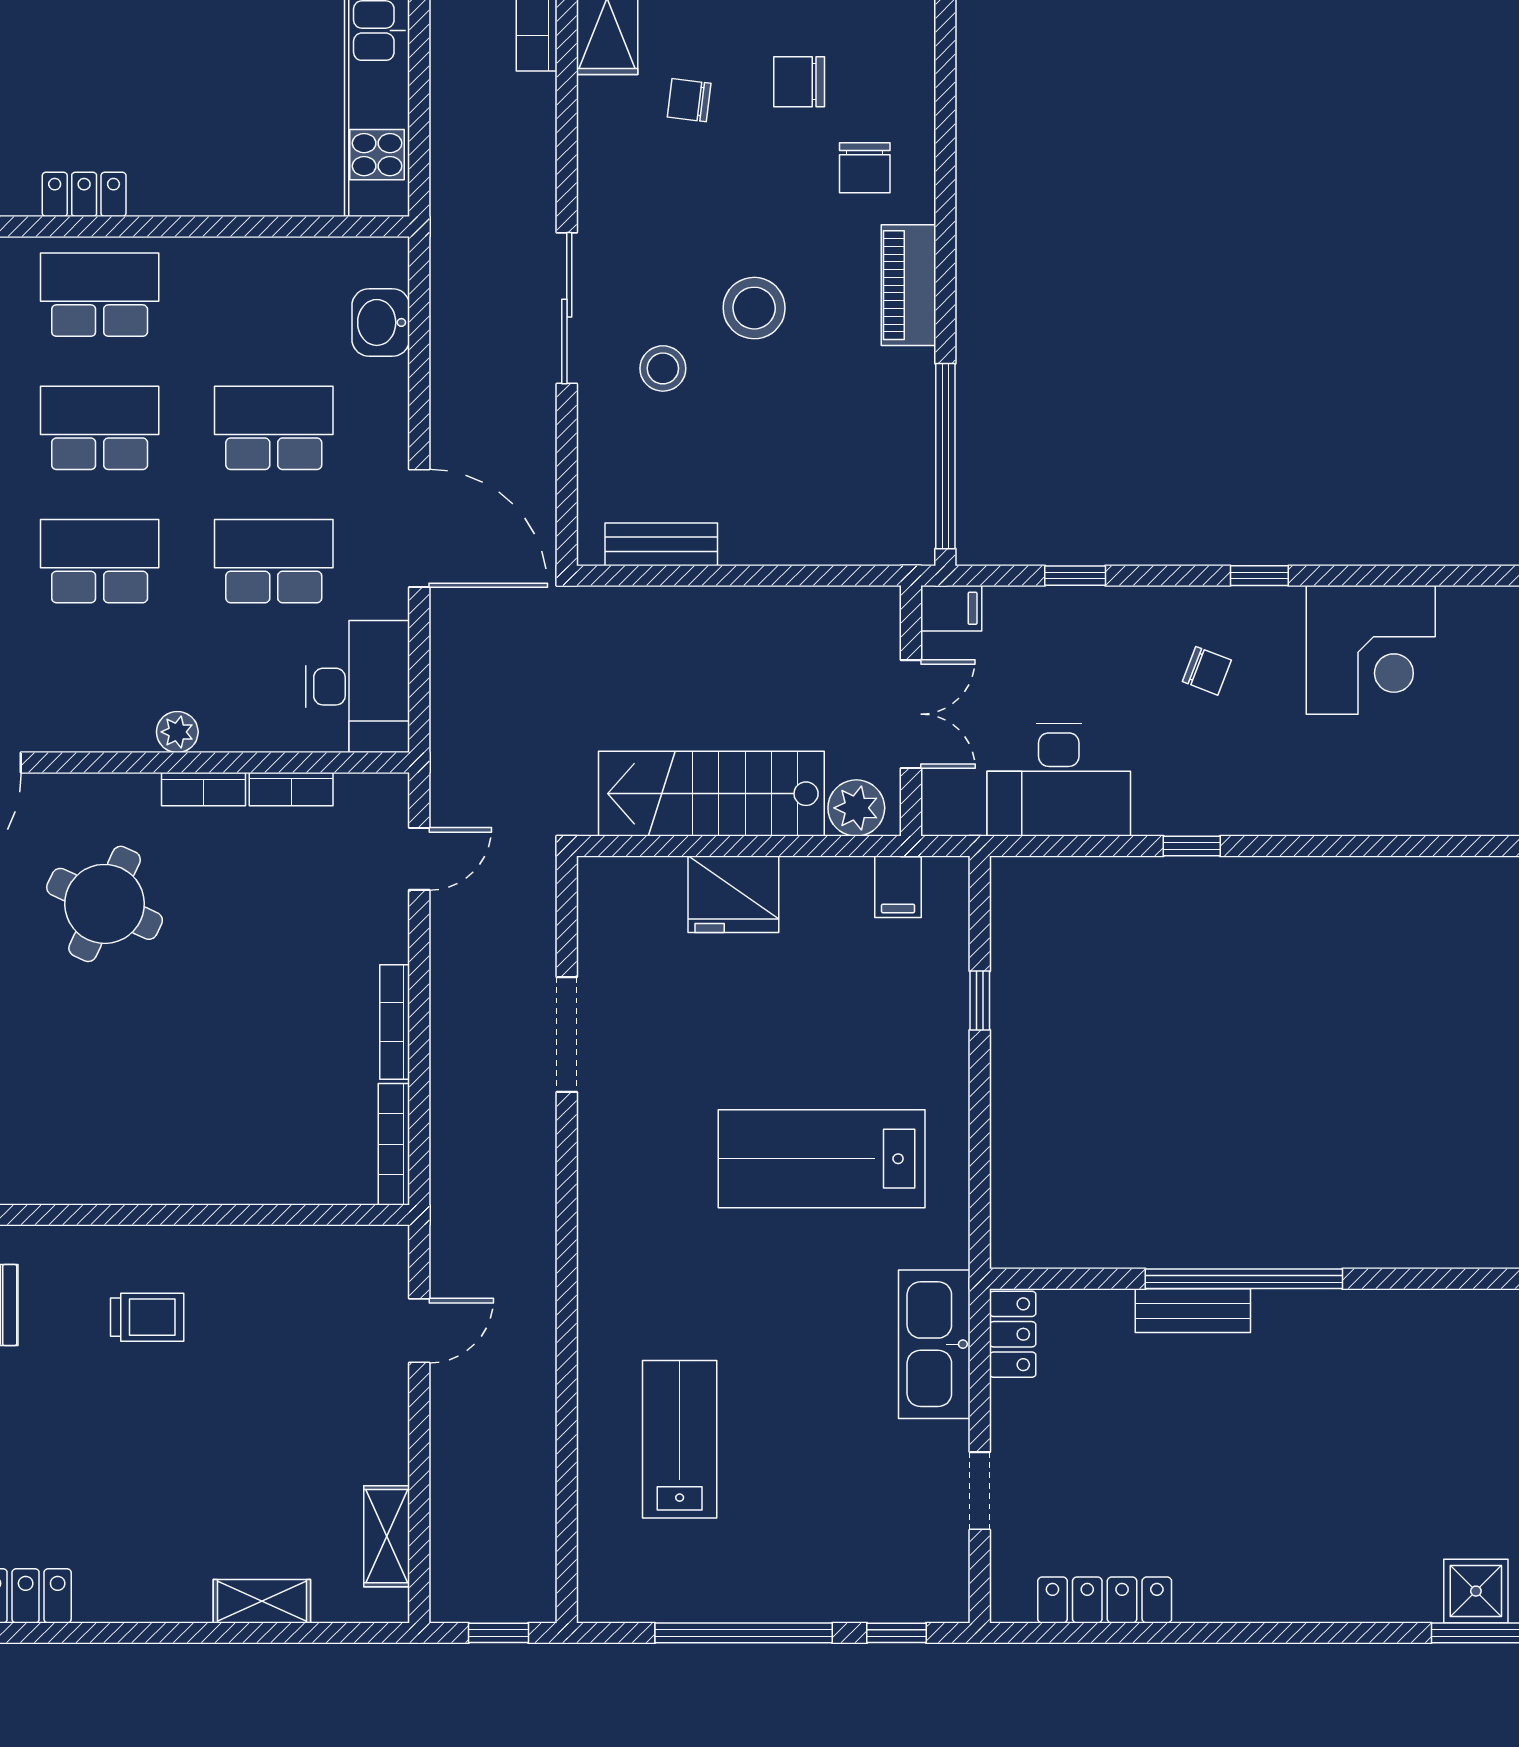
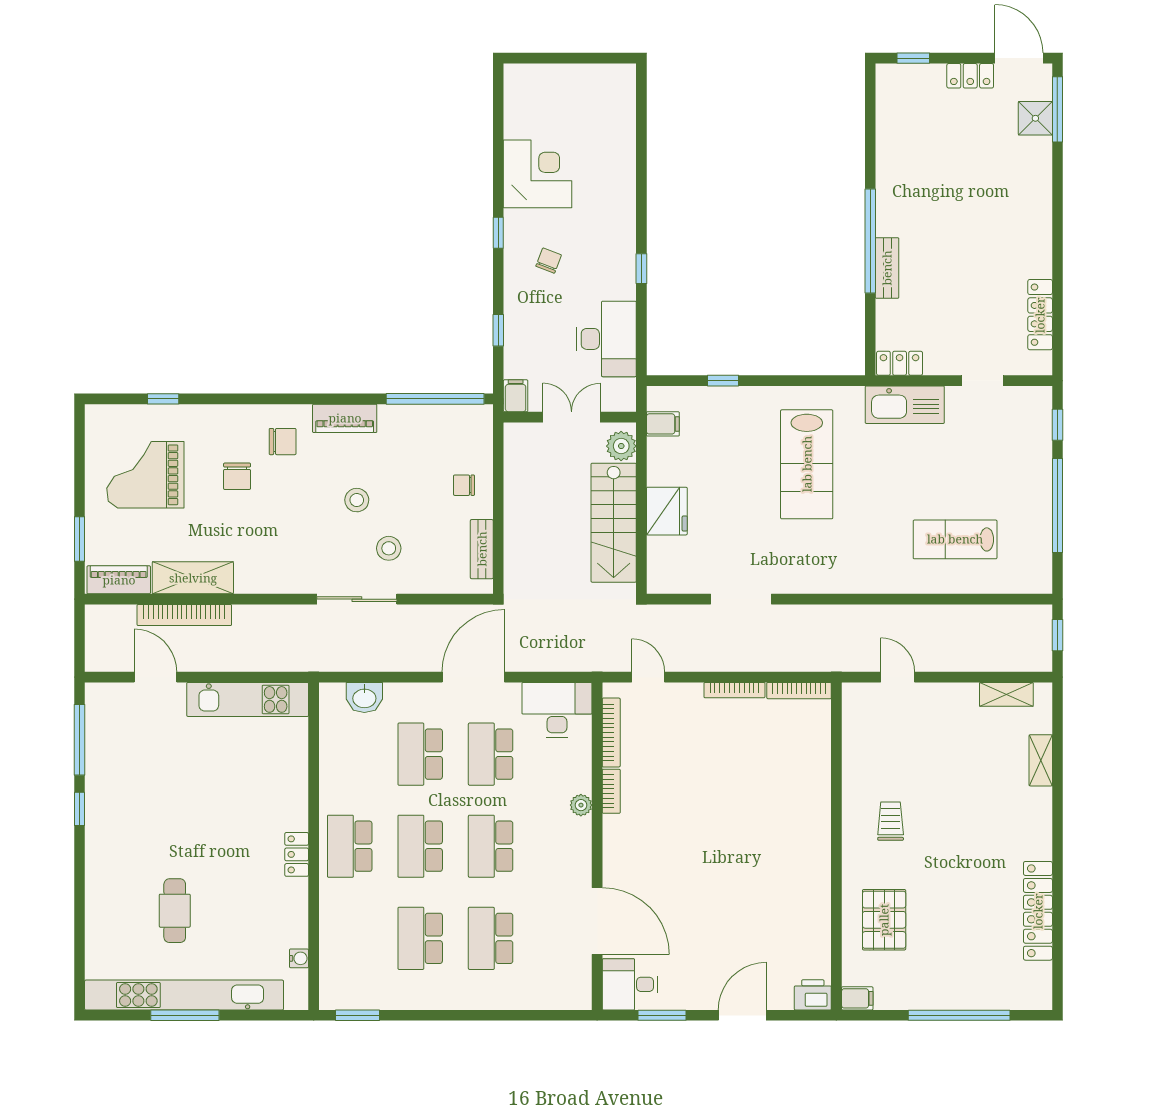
chair: (689, 100) -> (464, 485), moved, turned 83
stool: (754, 308) -> (357, 500), width x0.73, depth x0.73
bookcase: (291, 789) -> (611, 732), width x1.56
round table: (105, 904) -> (672, 844), removed

